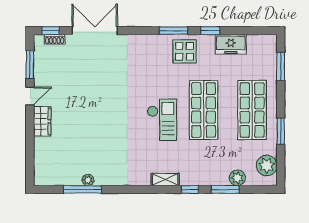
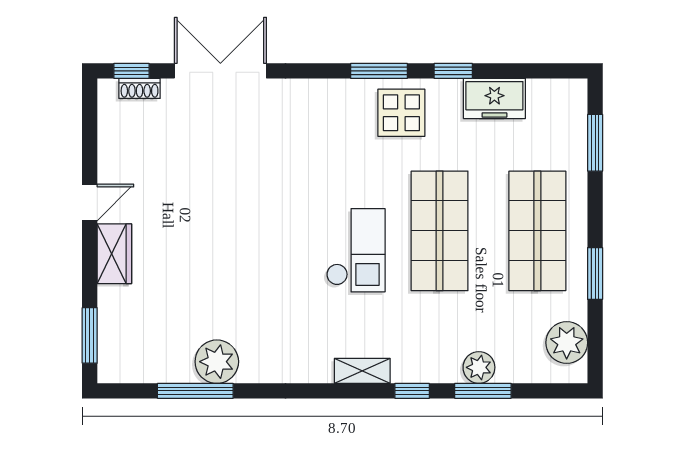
window: (30, 65) -> (90, 335), moved
plant: (237, 178) -> (479, 367), moved
plant: (88, 180) -> (217, 362), width x1.88, depth x1.88

